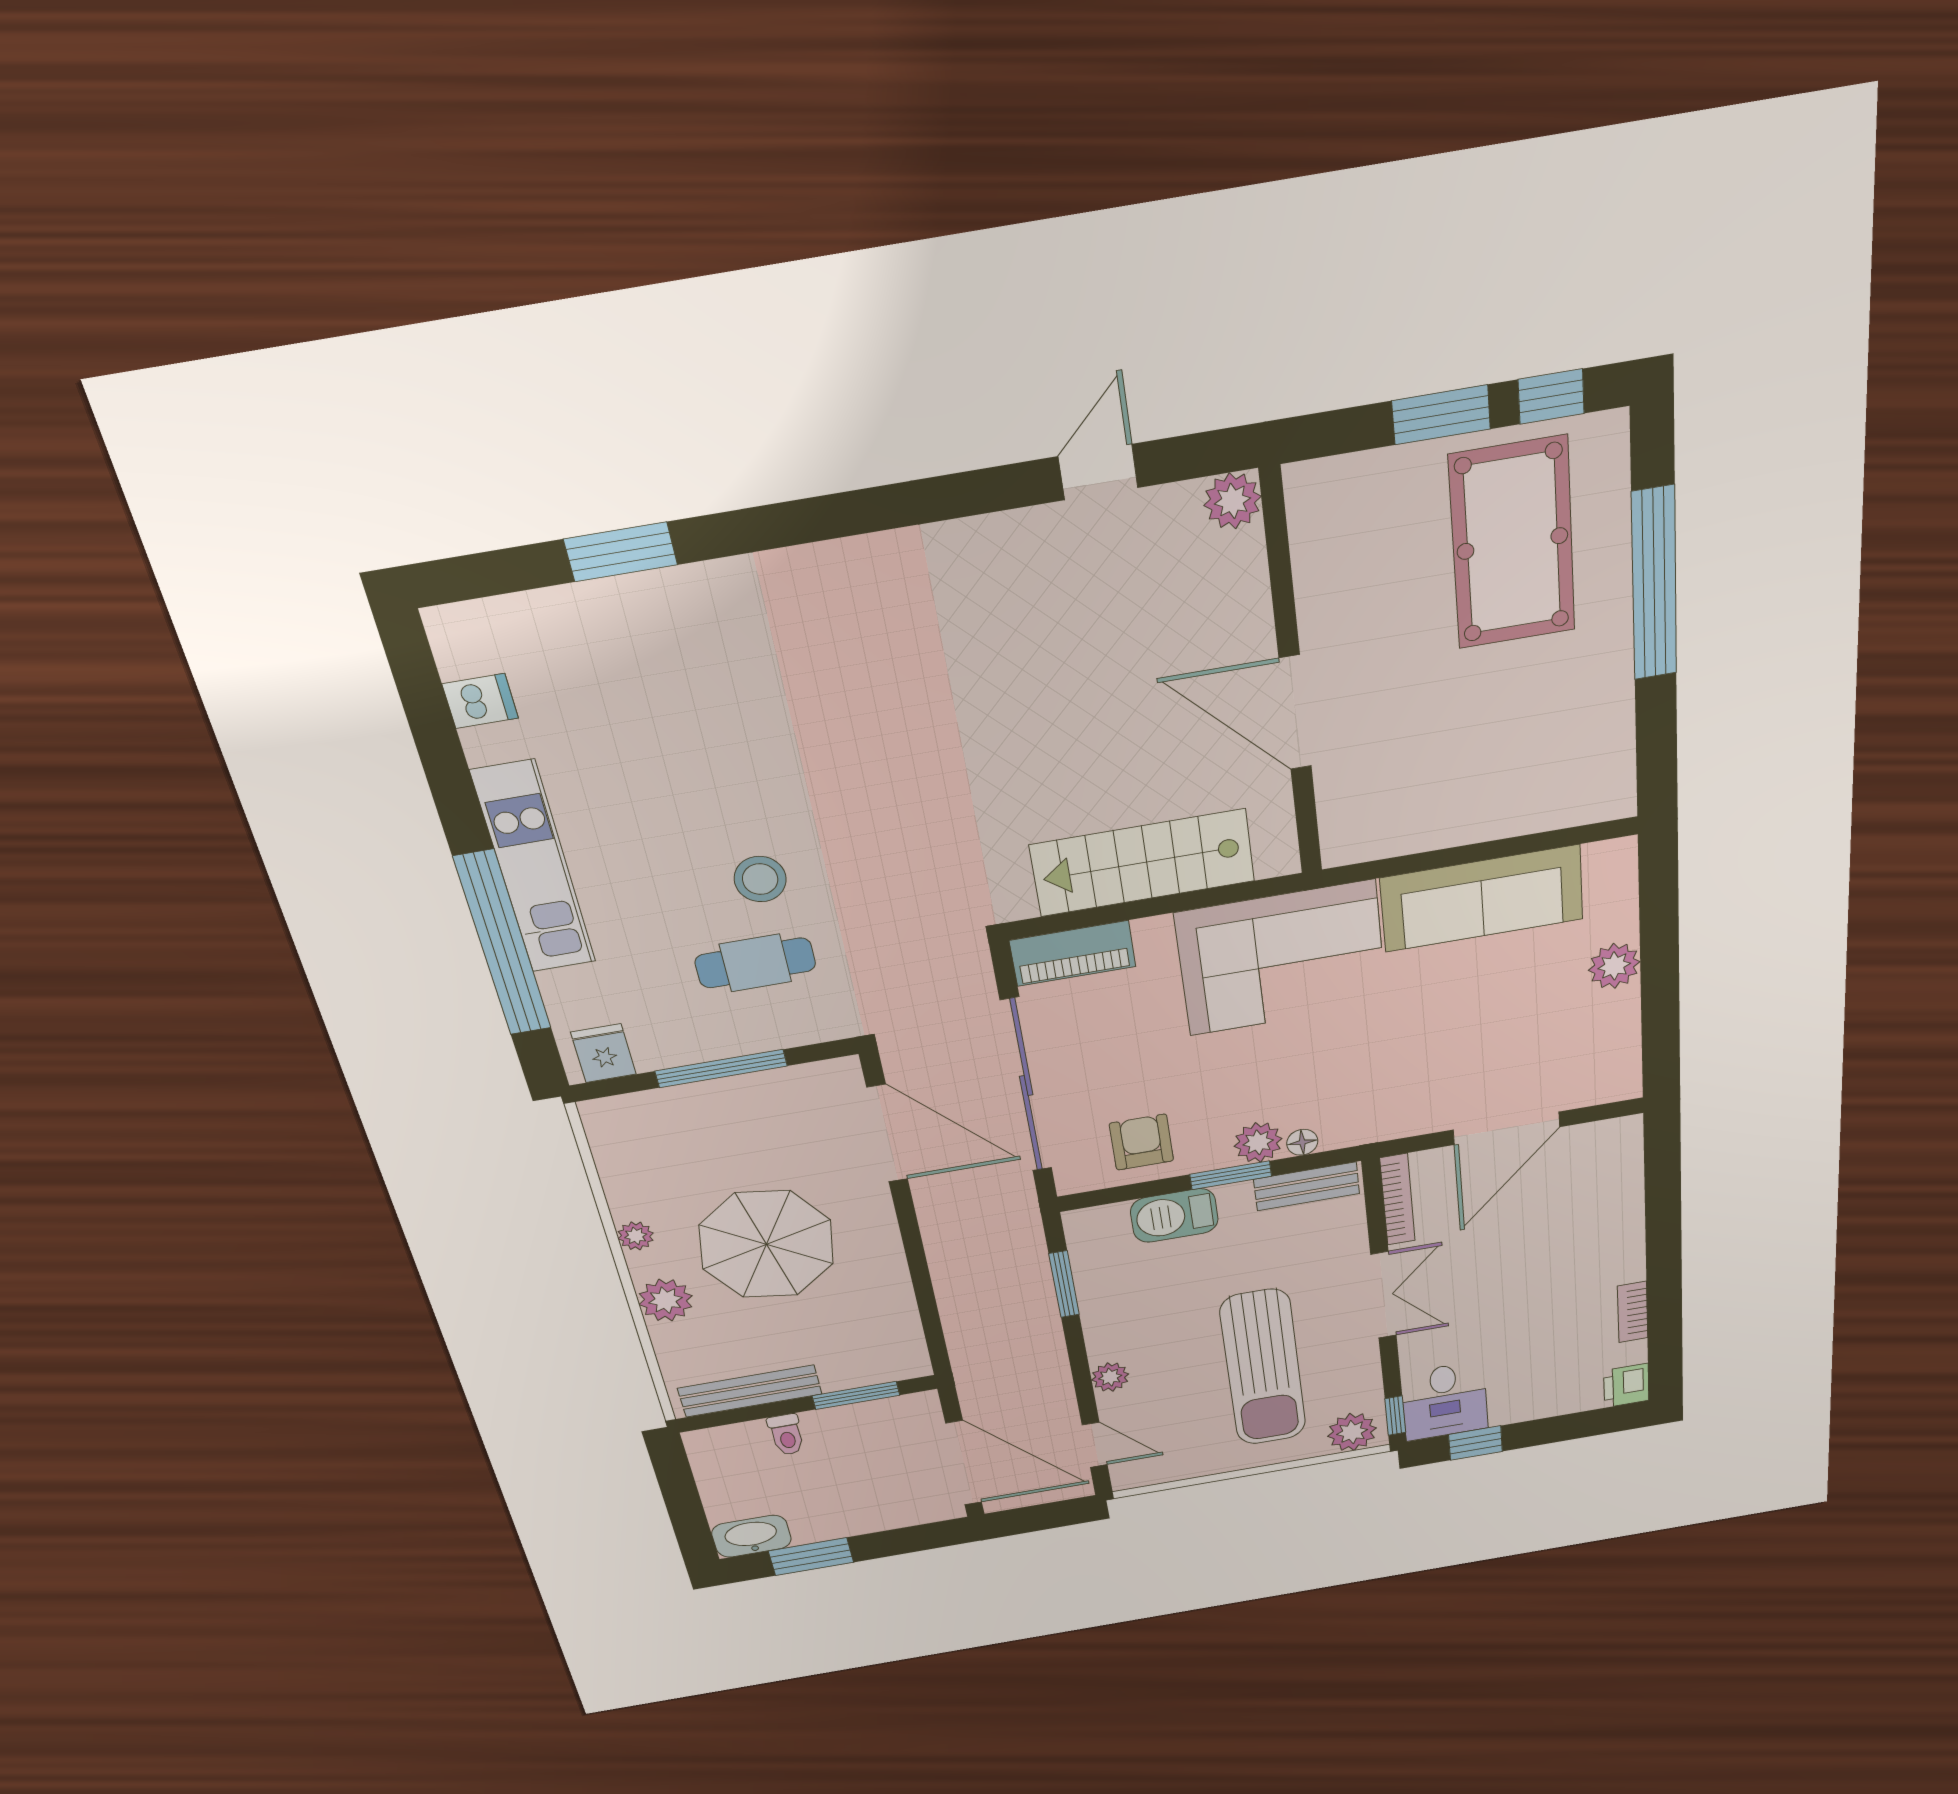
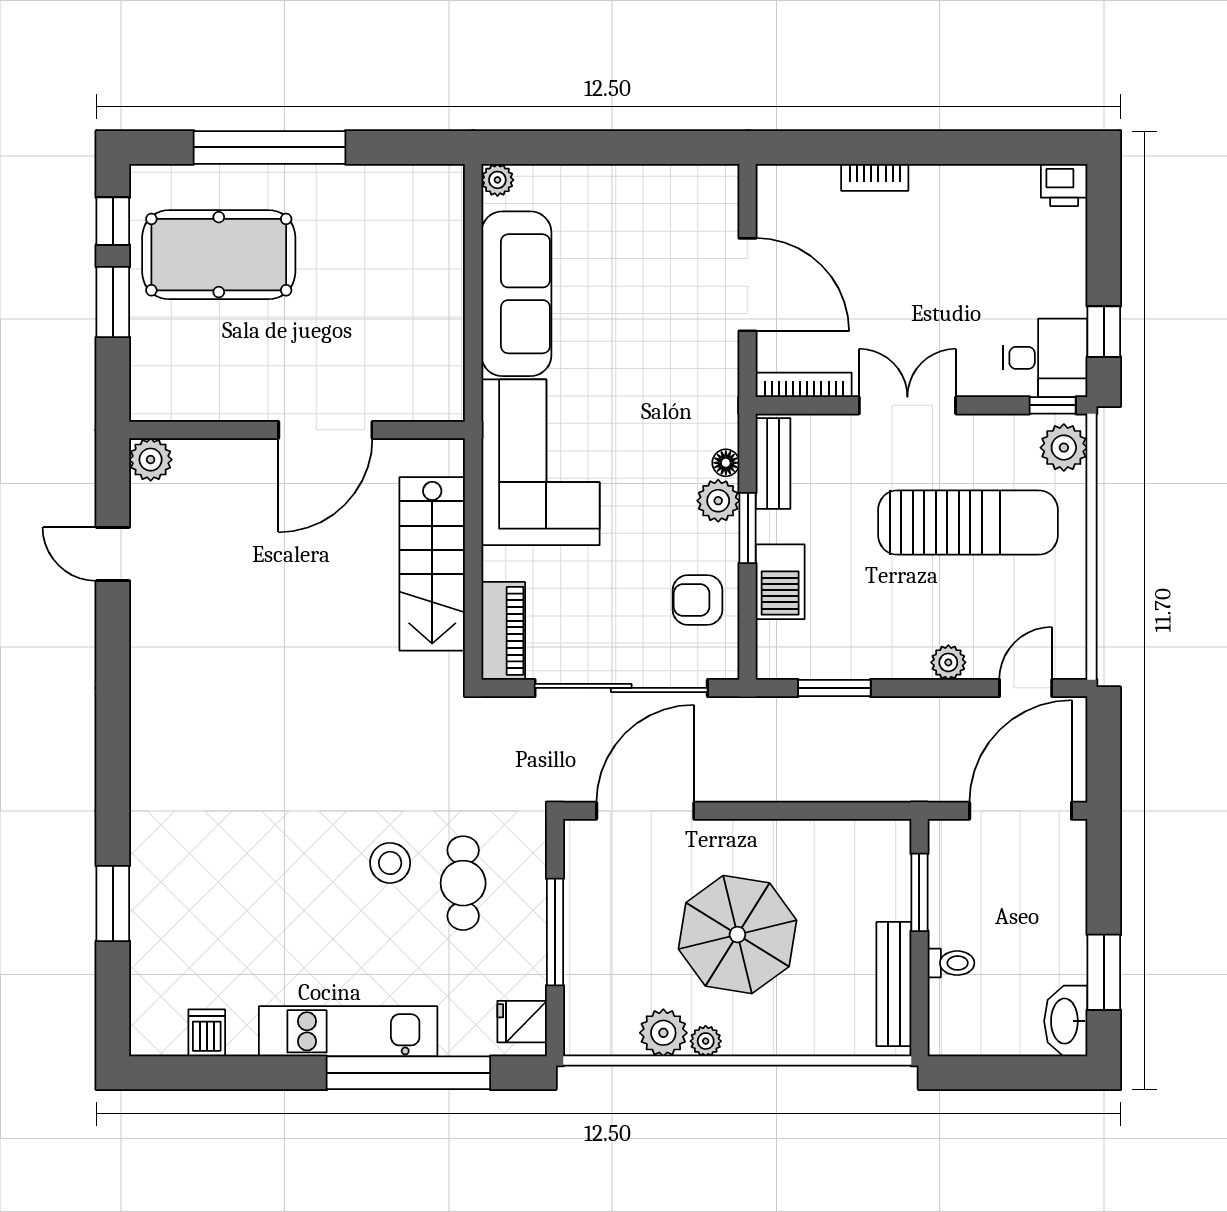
plant: (1614, 966) -> (497, 180), moved, width x0.73, depth x0.73
plant: (666, 1300) -> (663, 1033), moved
bookcase: (1633, 1312) -> (875, 177), moved

